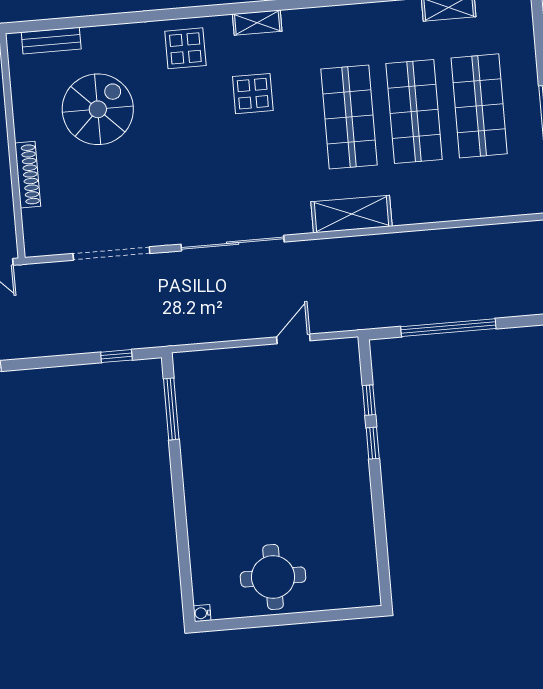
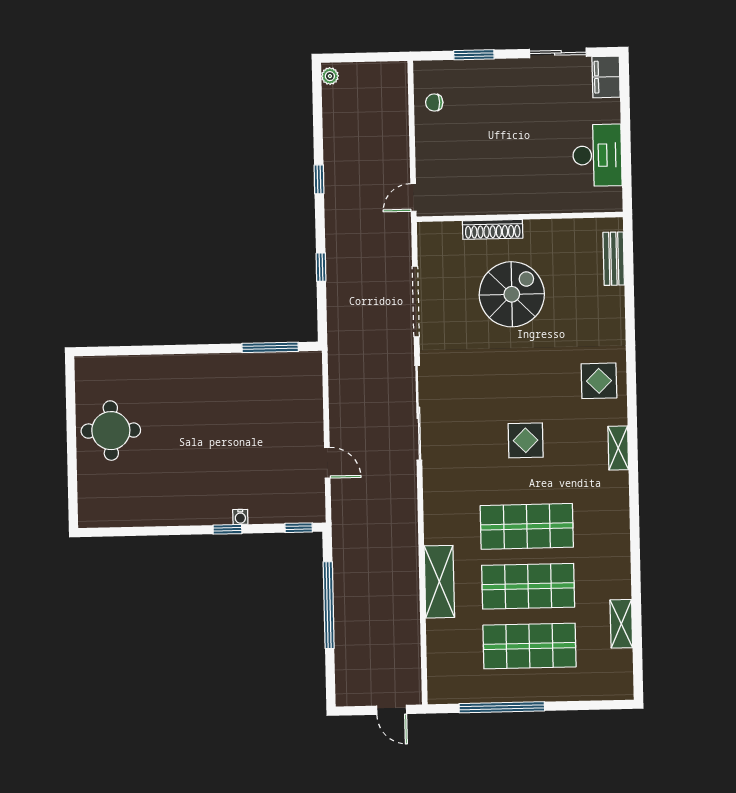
display table: (253, 94) -> (526, 440), moved
spiral stairs: (98, 109) -> (512, 294), moved, turned -90
shelving: (352, 214) -> (439, 582), moved
window: (116, 356) -> (321, 267), moved
window: (369, 400) -> (299, 528), moved
water cooler: (202, 613) -> (240, 517), moved, turned 180

